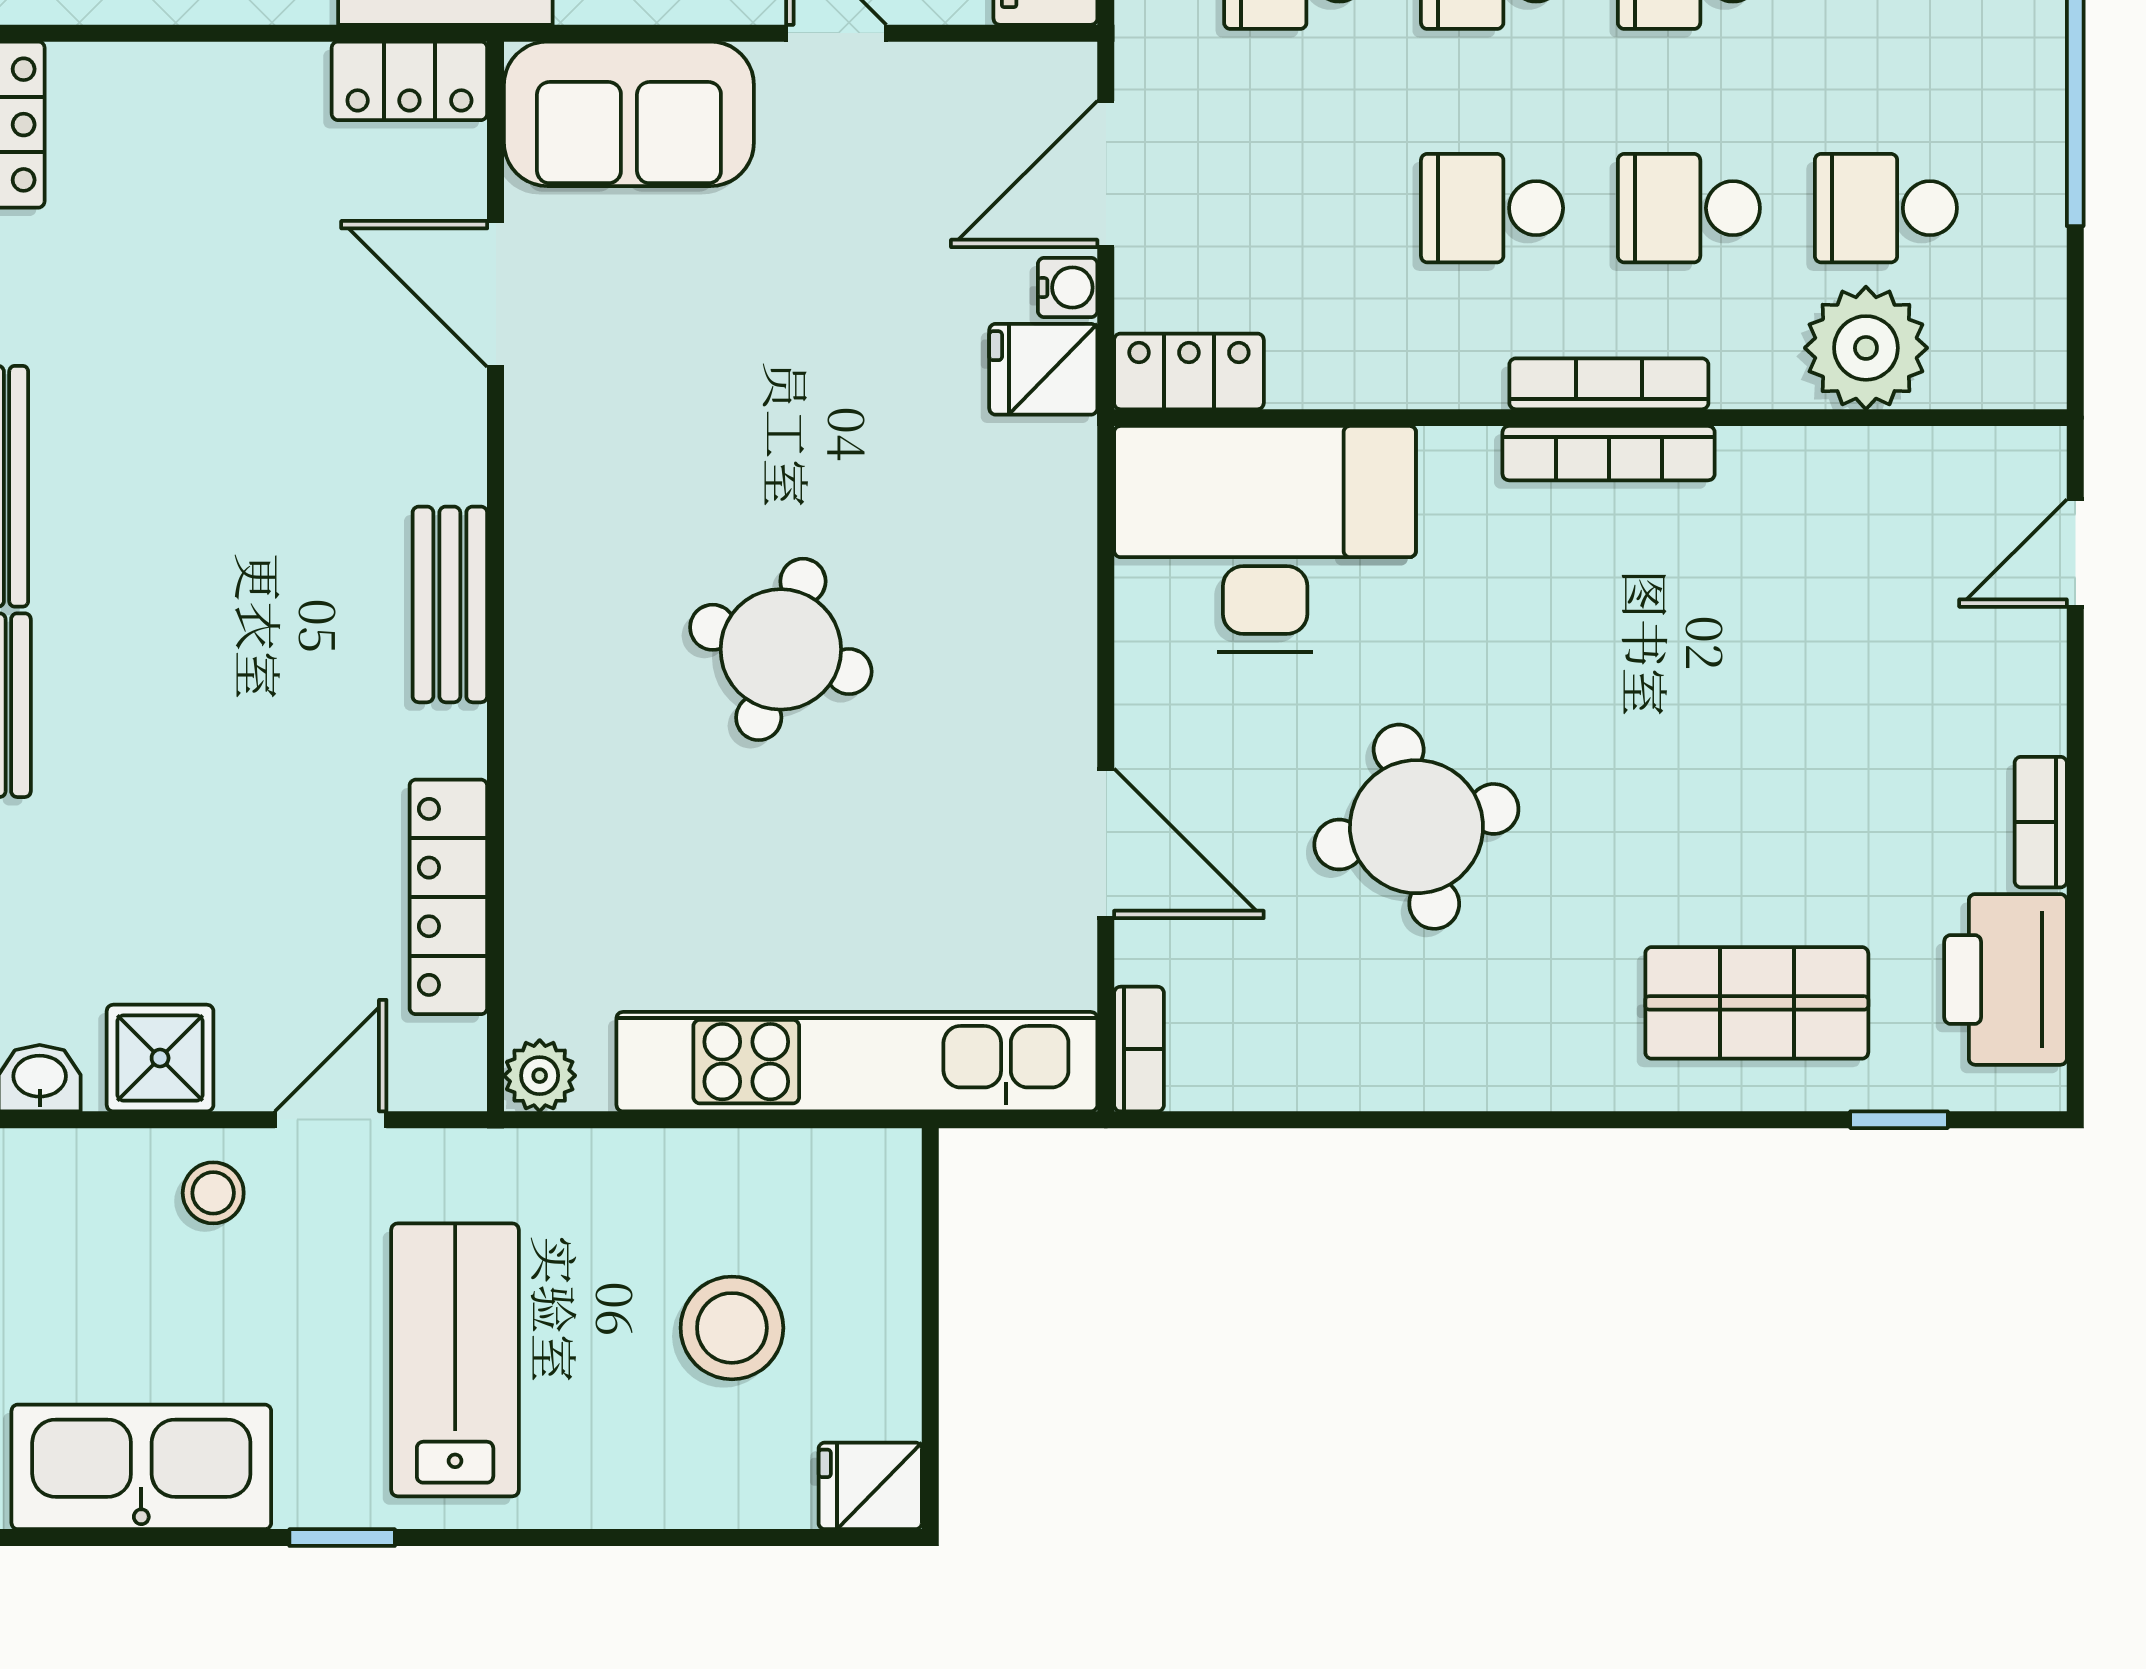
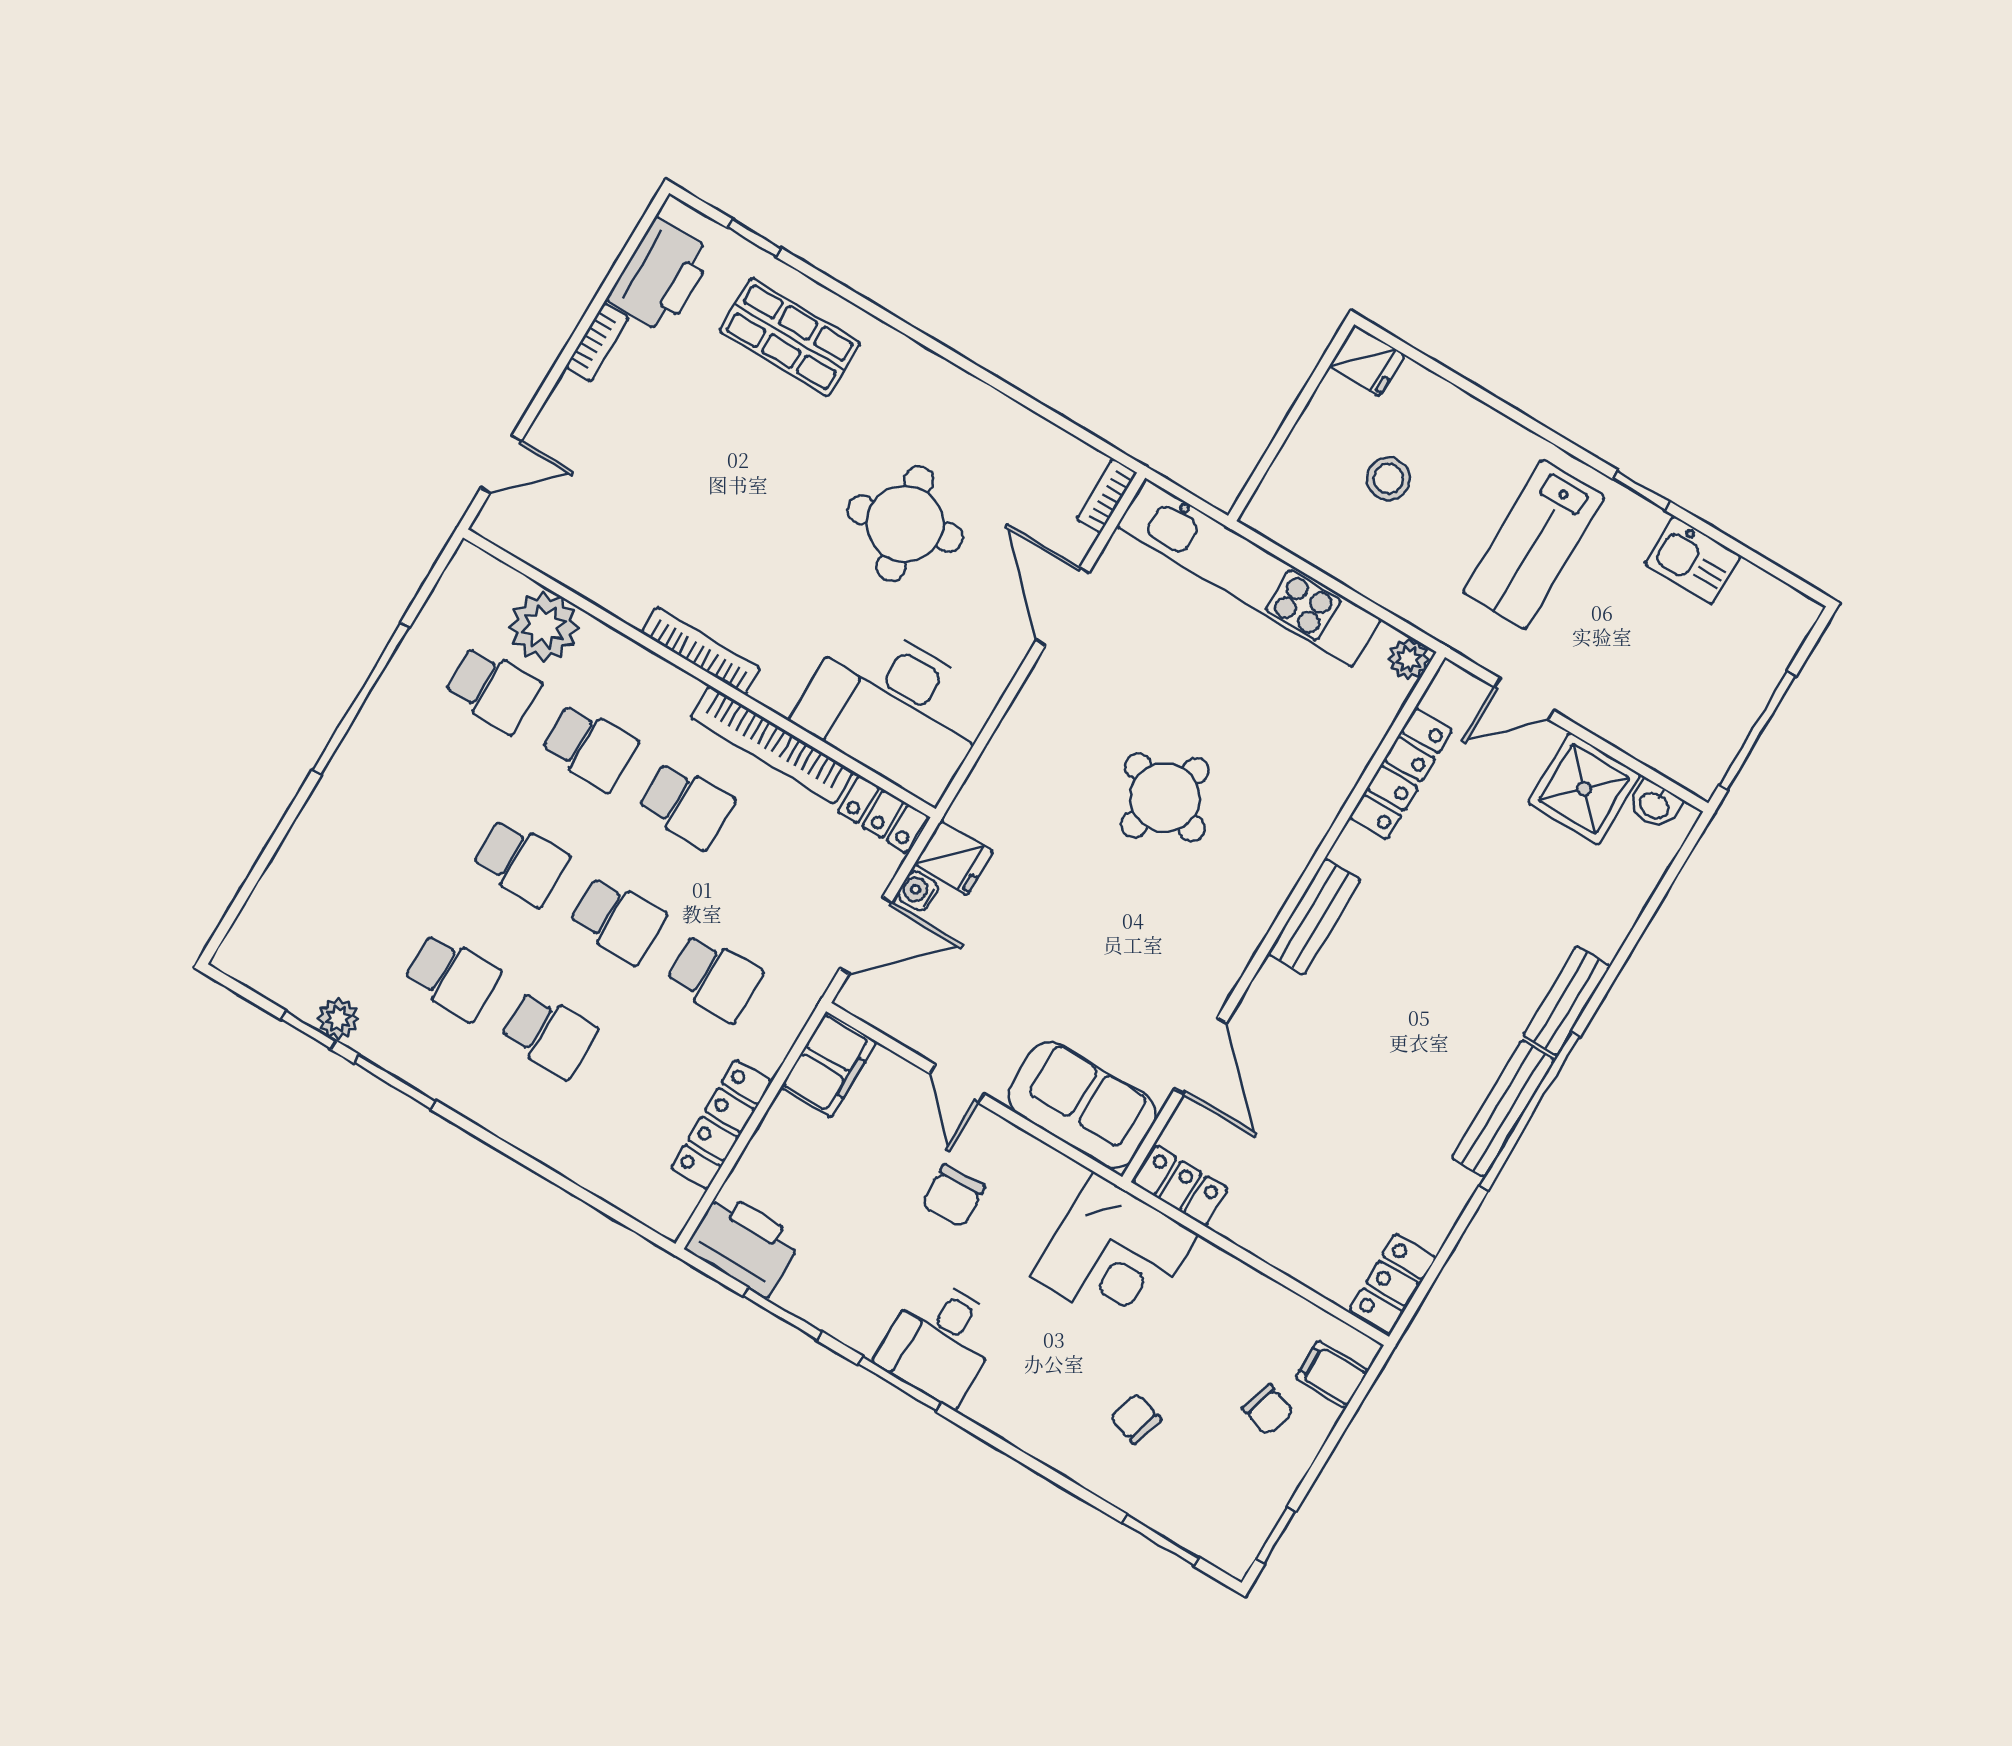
bookcase: (1609, 384) -> (772, 745), moved, width x1.48, depth x1.31
shower: (160, 1058) -> (1584, 789), width x1.36, depth x1.36
stool: (213, 1193) -> (1603, 697), removed
stool: (732, 1328) -> (1388, 479), width x0.73, depth x0.73
kitchen sink: (141, 1467) -> (1693, 560), width x0.53, depth x0.81

